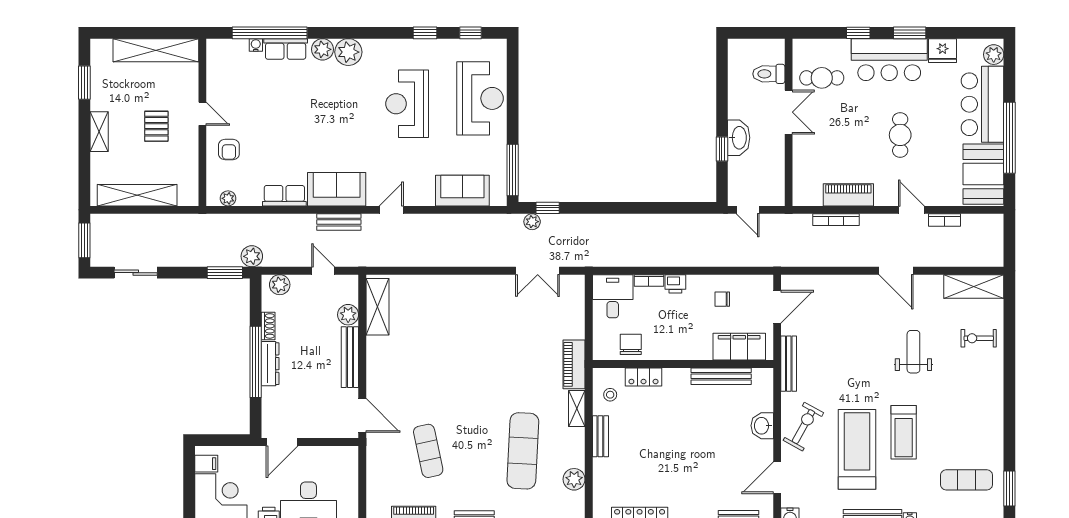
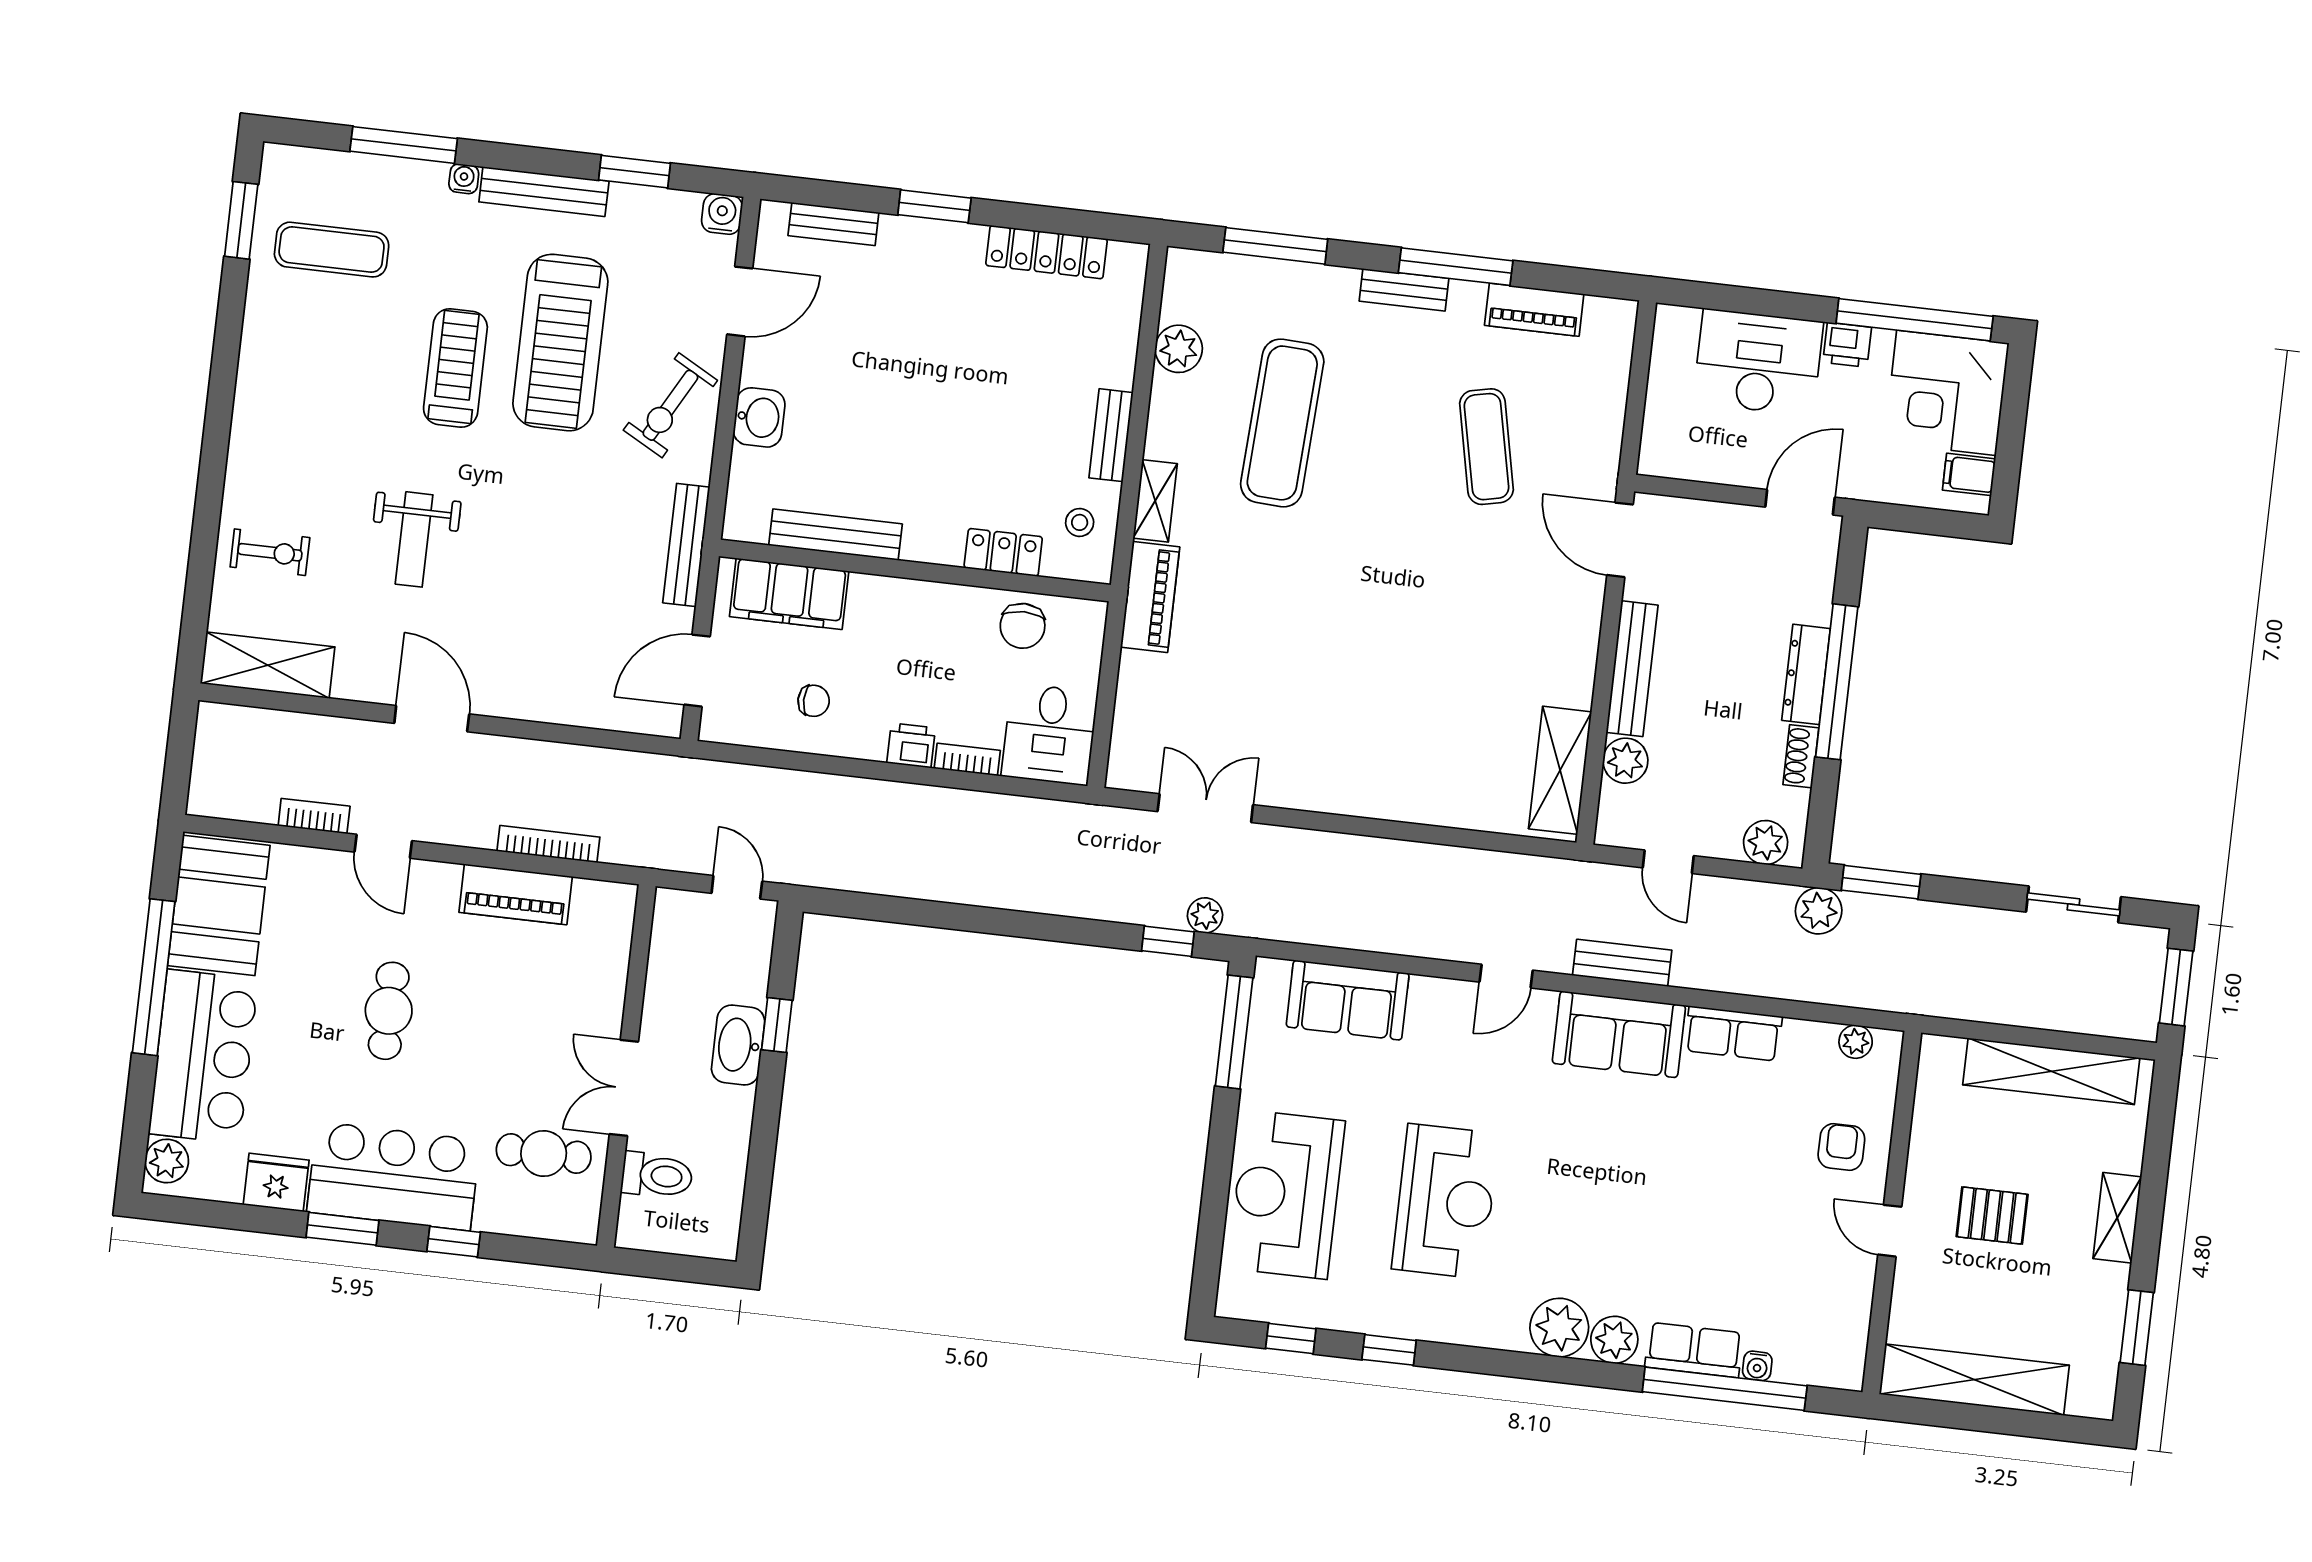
pallet: (156, 126) -> (1992, 1216), turned 90

